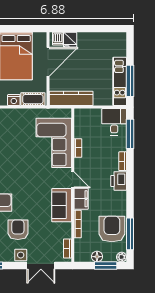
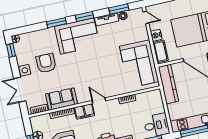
corner sofa: (54, 143) -> (139, 64), moved, turned -90
door: (73, 180) -> (99, 101), swing flipped
sofa: (62, 205) -> (61, 99), moved
armchair: (18, 230) -> (46, 63), turned -90

